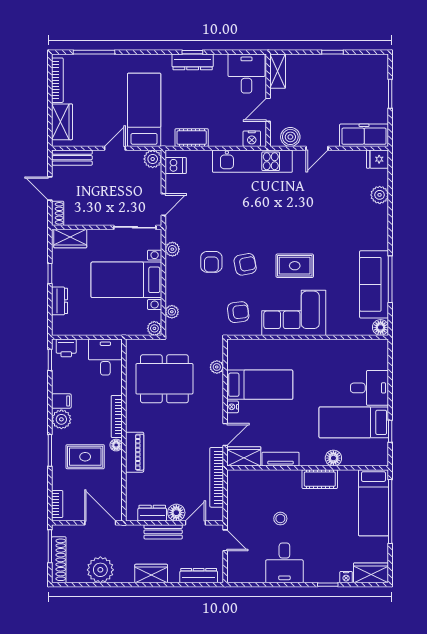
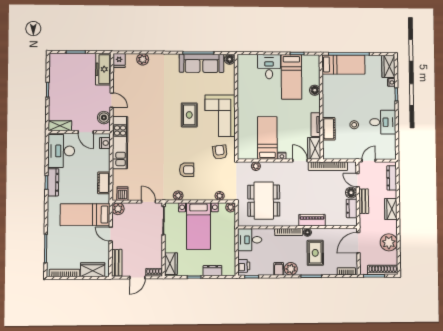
desk: (246, 74) -> (61, 151), width x1.37
armchair: (245, 264) -> (188, 147), removed
cot: (320, 479) -> (329, 129), moved

